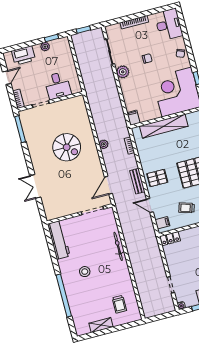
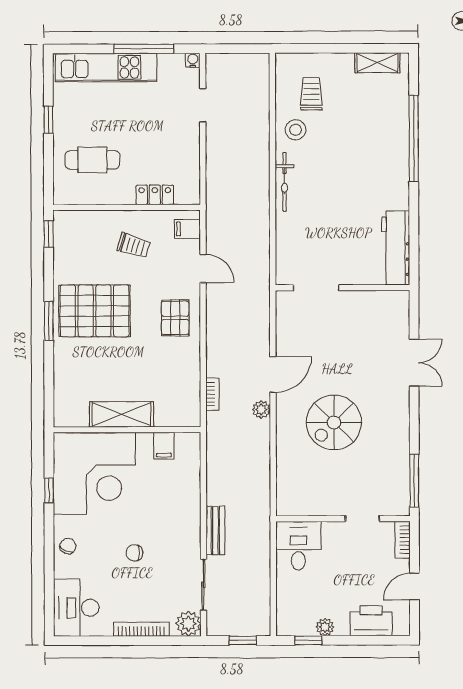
plant: (123, 72) -> (188, 624), moved
desk: (58, 86) -> (298, 546), moved
filing cabinet: (133, 118) -> (164, 446), moved
shelving: (164, 126) -> (122, 414), width x0.68
spiral stairs: (67, 147) -> (334, 422), turned -90
pallet: (157, 178) -> (175, 318), turned 90
bench: (137, 181) -> (215, 530), moved
door: (108, 185) -> (273, 374), moved
locker: (170, 239) -> (155, 195), moved
bicycle: (118, 246) -> (285, 182), moved
stool: (85, 272) -> (296, 130), moved
shelving: (101, 325) -> (377, 63), moved

